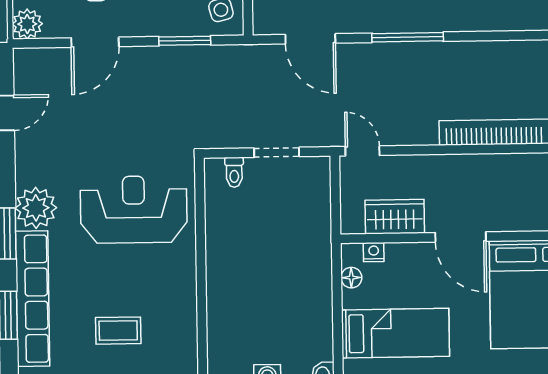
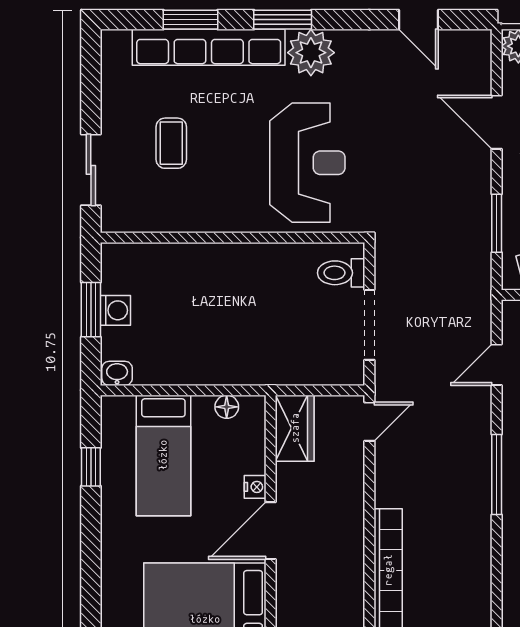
door: (310, 39) -> (497, 365), width x0.73
doorway: (277, 152) -> (369, 325), width x1.38
toilet: (234, 172) -> (341, 273), width x1.37, depth x1.39
wardrobe: (395, 217) -> (295, 428), moved
nightstand: (374, 252) -> (255, 487), moved

